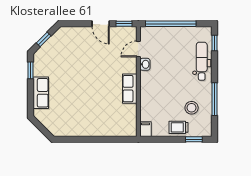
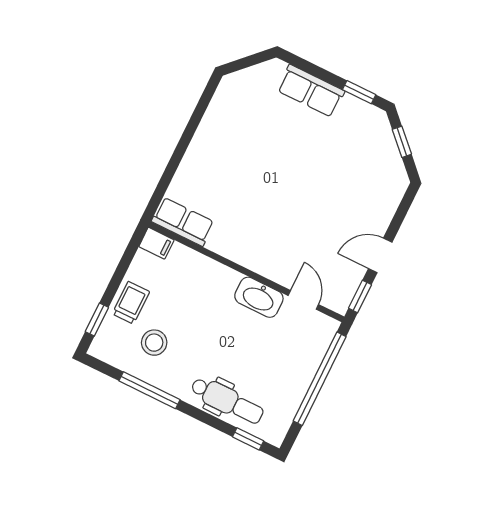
washbasin: (145, 64) -> (259, 297), width x1.91, depth x1.45
row of seats: (130, 89) -> (183, 222), moved

